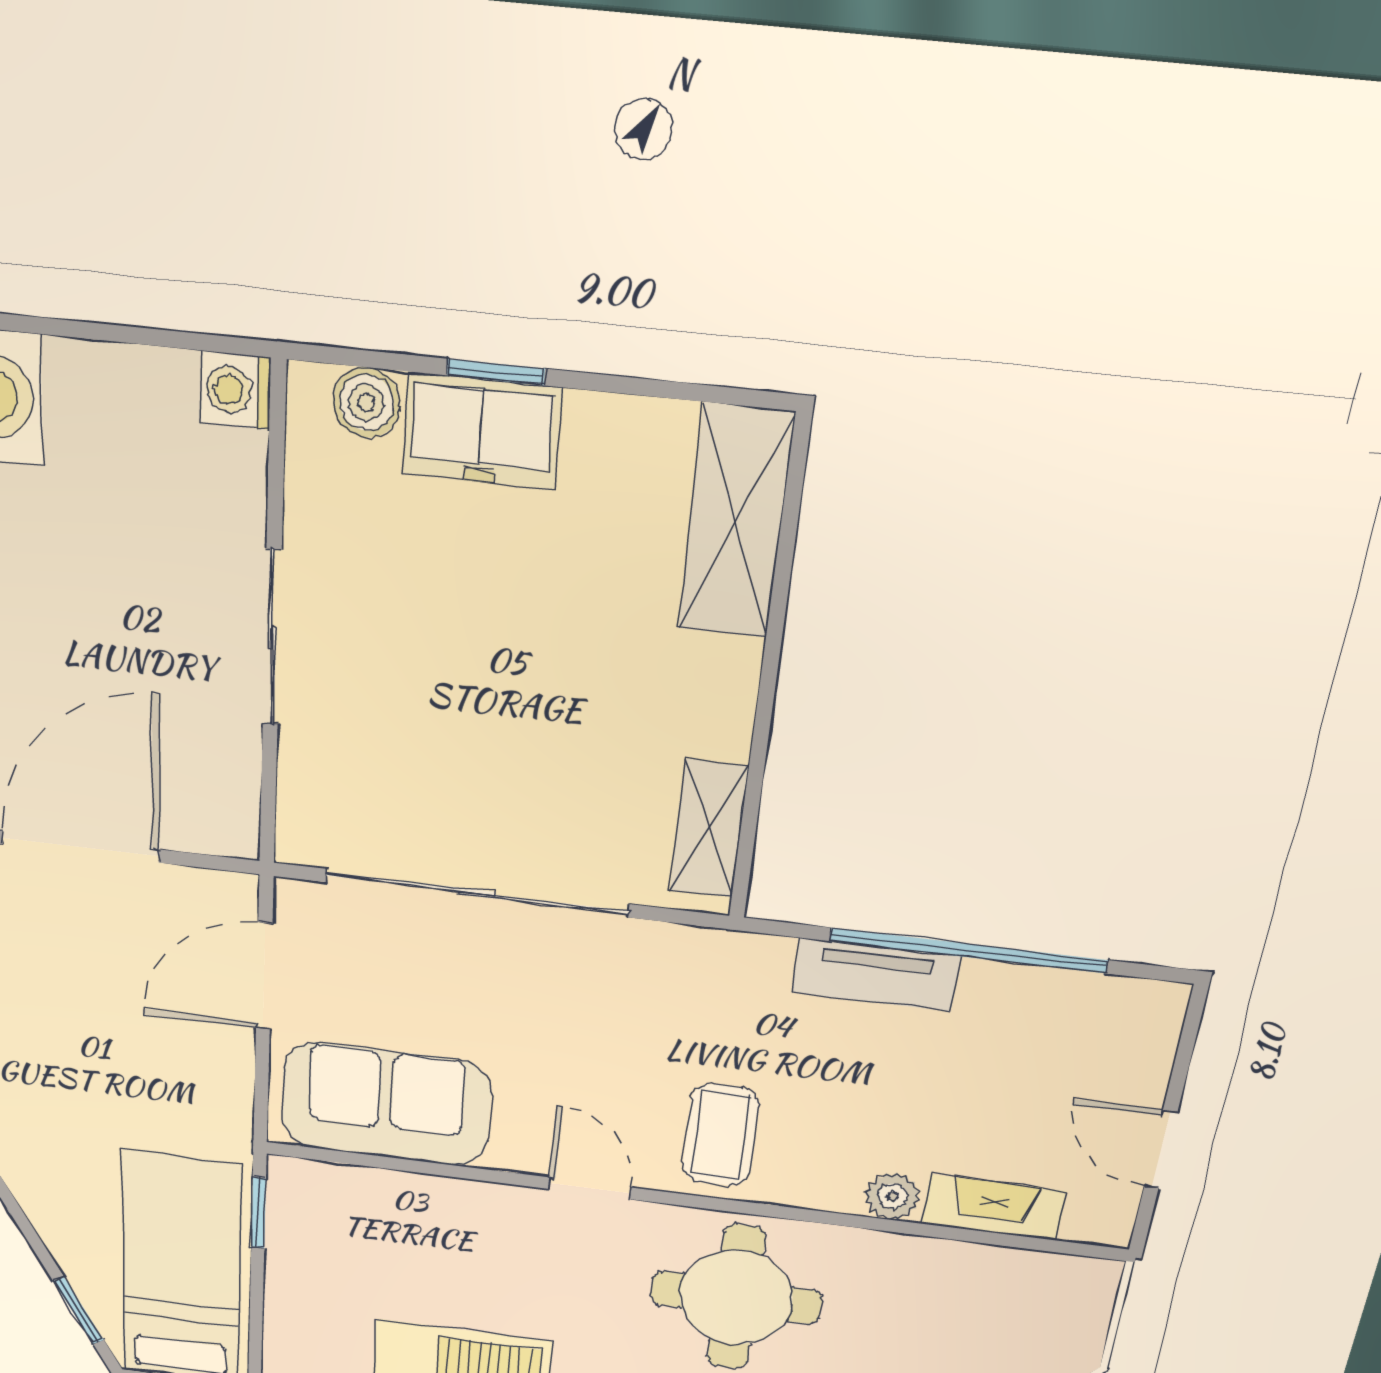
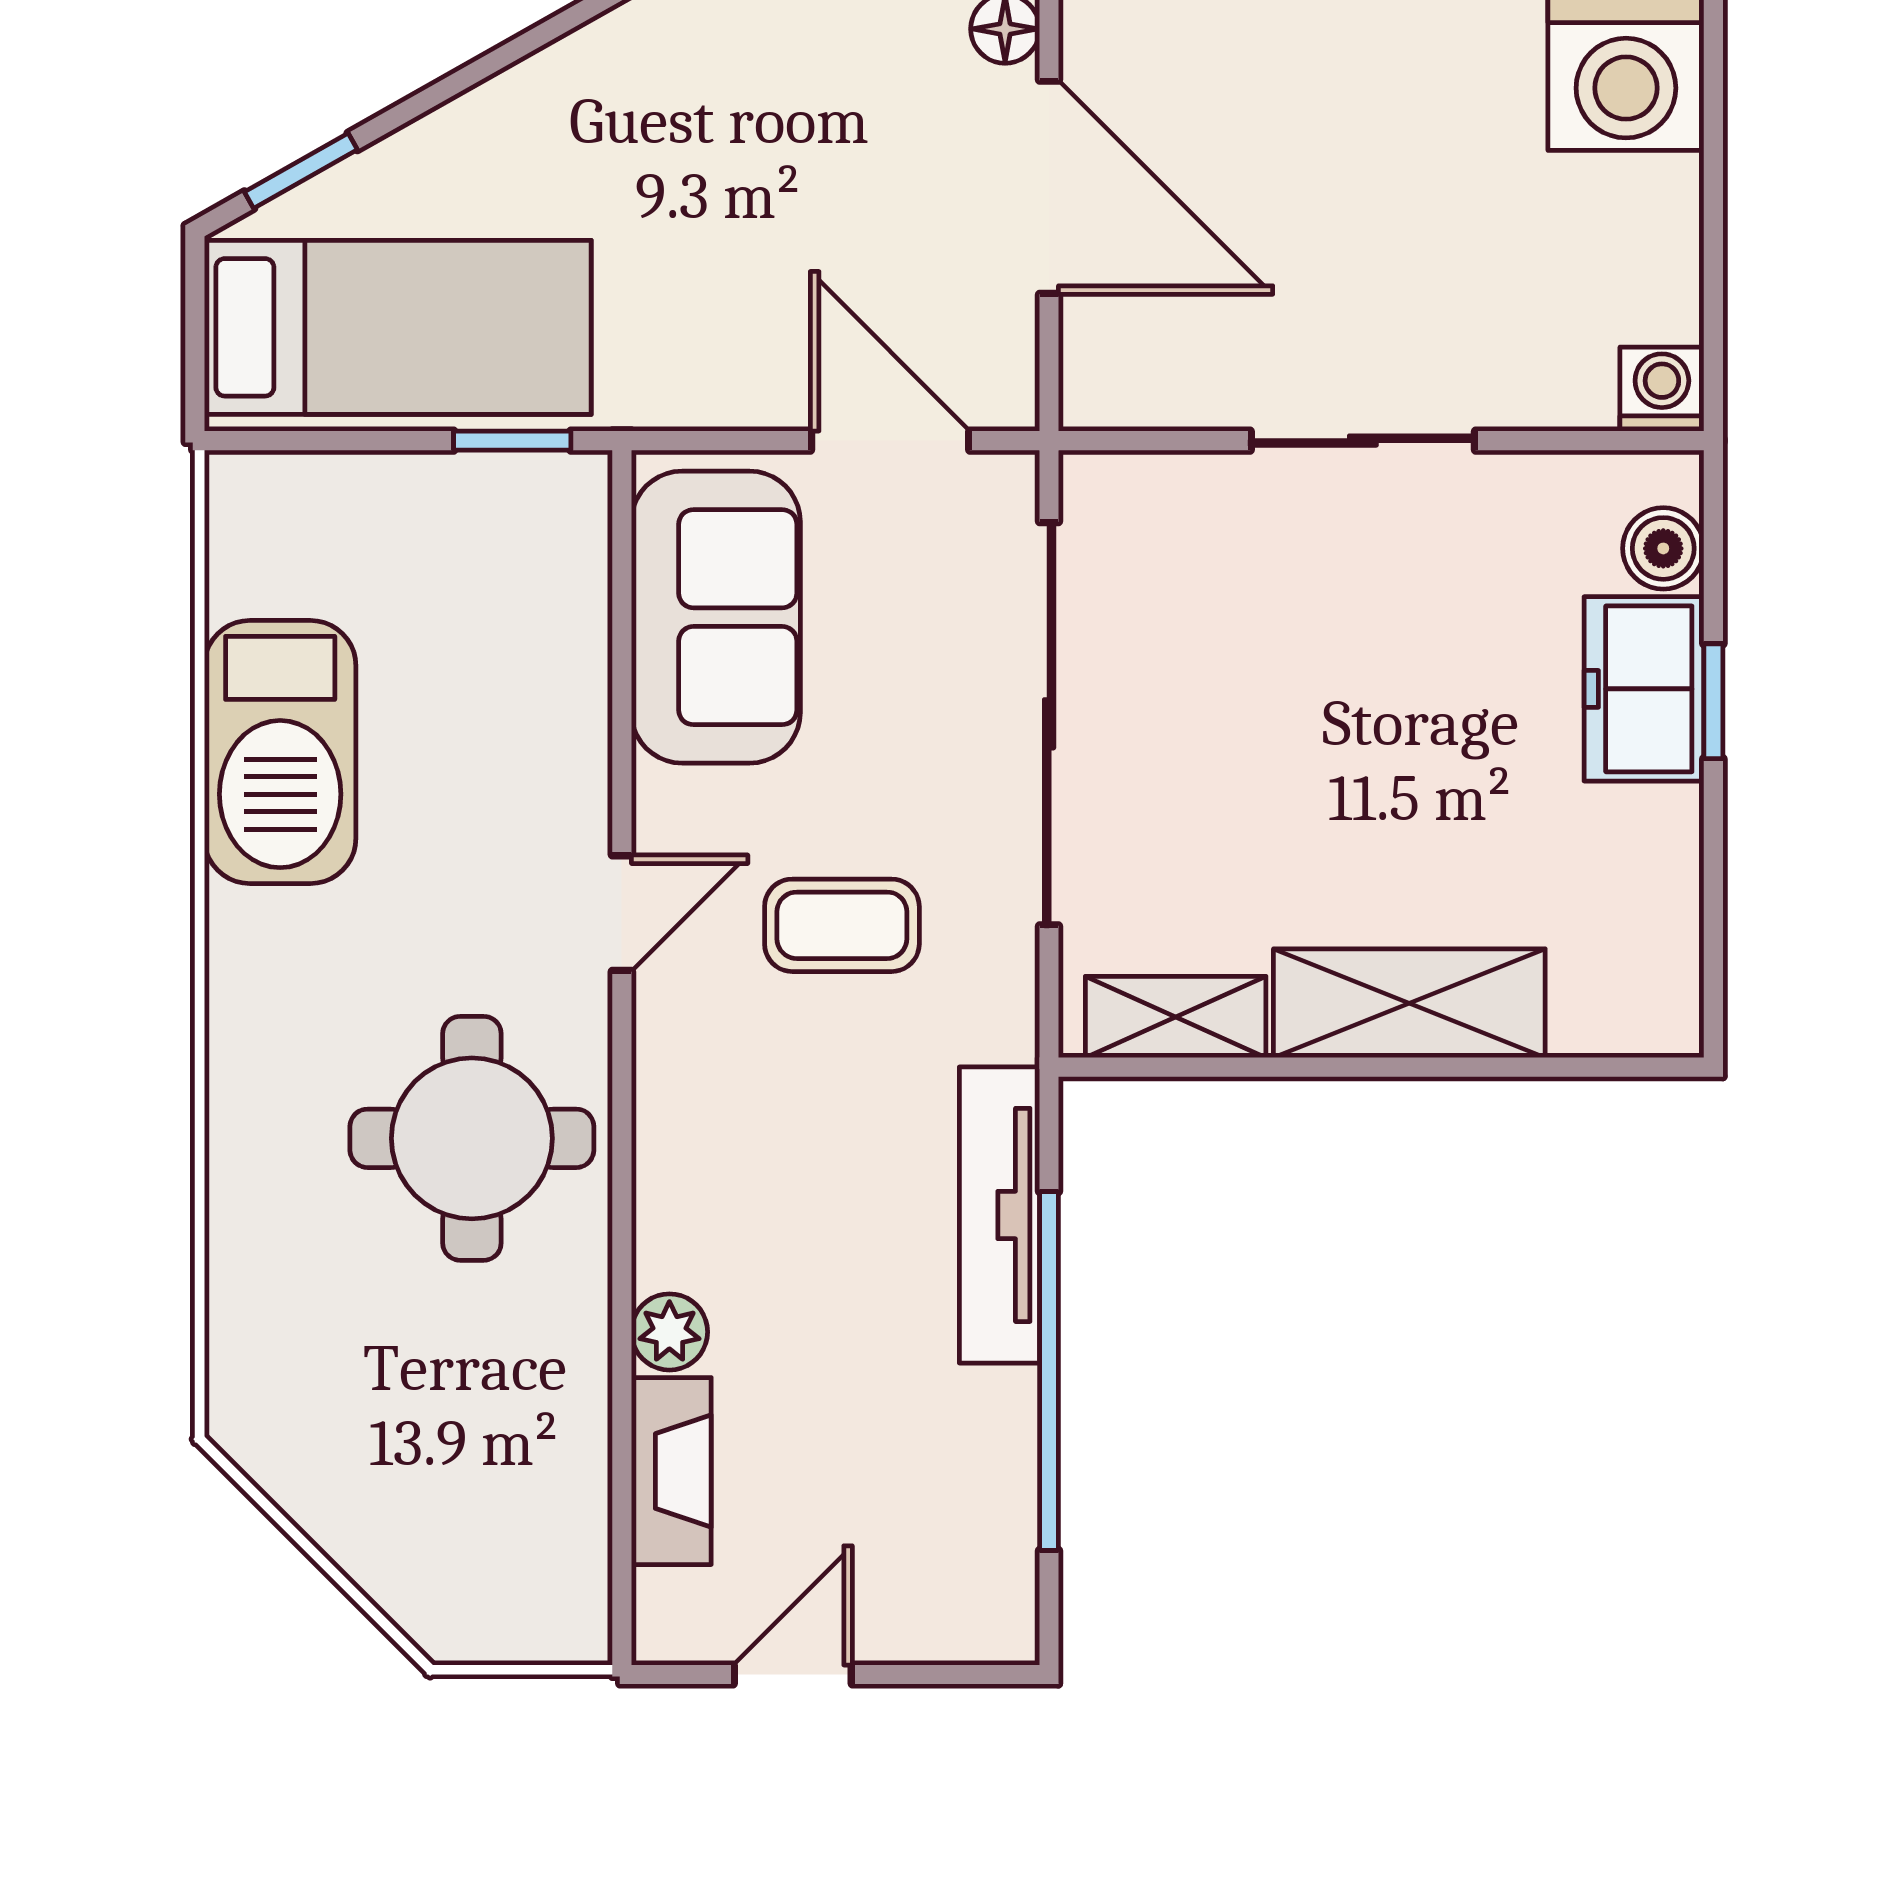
shelving: (736, 522) -> (1409, 1003), moved
tv unit: (876, 975) -> (999, 1215), width x1.41
coffee table: (721, 1135) -> (842, 925), moved

